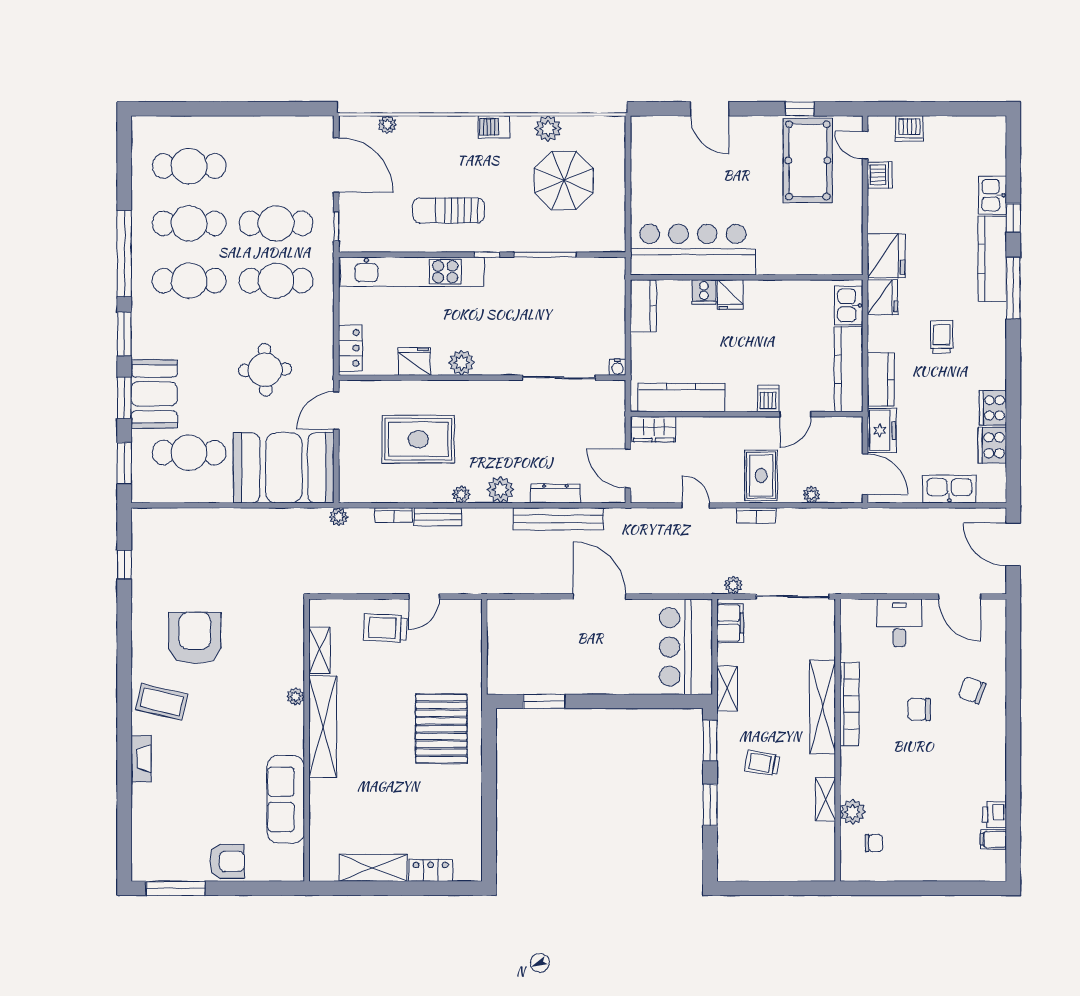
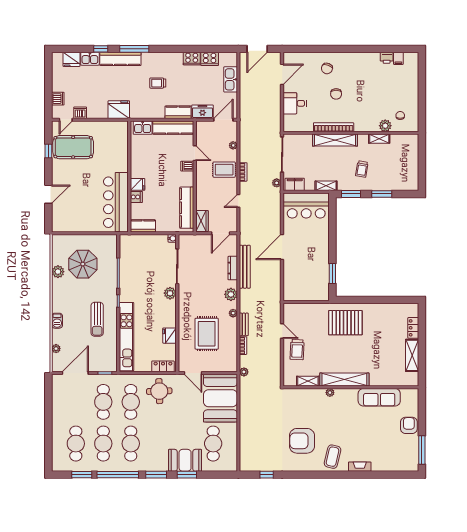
barbecue: (494, 127) -> (57, 321), moved
fridge: (882, 297) -> (71, 59), moved, turned 180
plant: (461, 363) -> (170, 293), moved
round table: (265, 370) -> (159, 391), moved
window: (124, 463) -> (82, 475), moved

